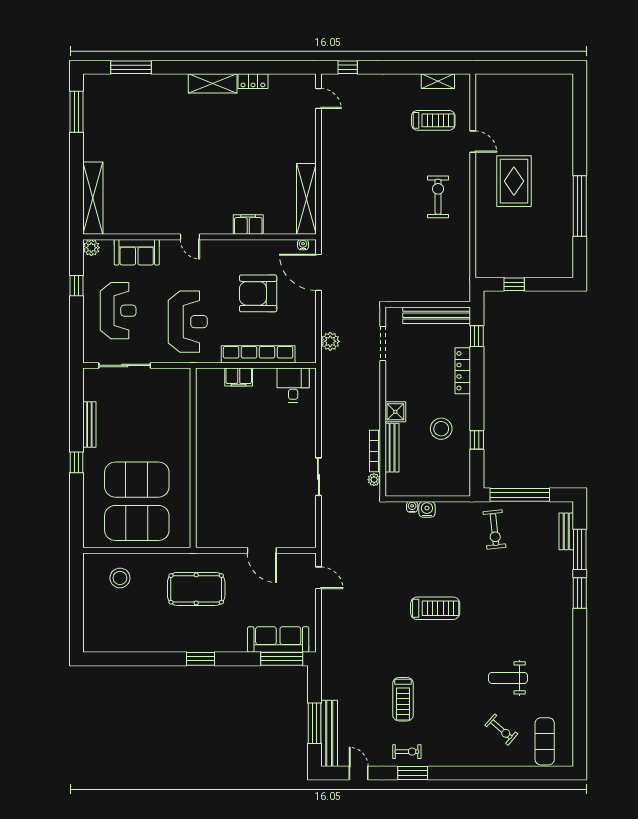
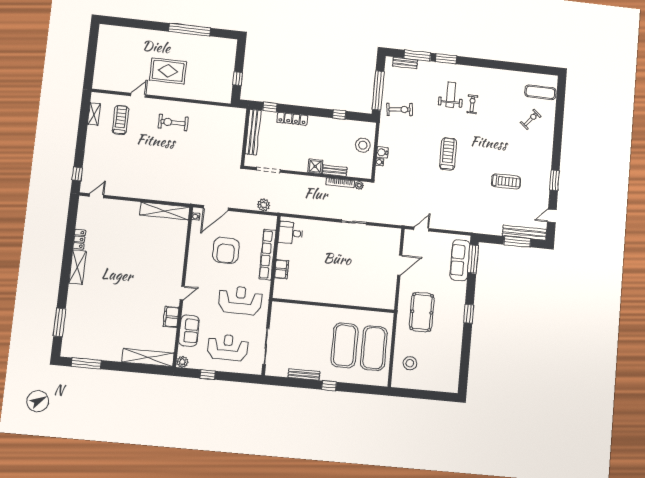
filing cabinet: (248, 225) -> (171, 317), moved
stool: (441, 429) -> (363, 145), moved
bench: (392, 448) -> (335, 171), width x0.73
weight bench: (508, 678) -> (451, 95), moved, turned 180
exercise bike: (407, 752) -> (472, 104), moved

